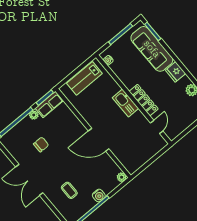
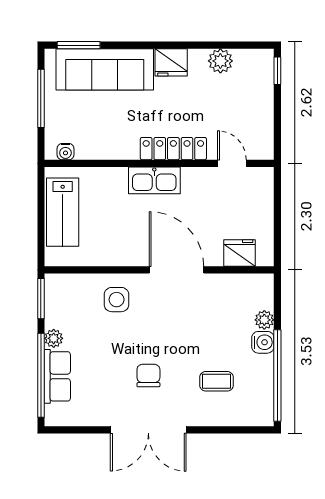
row of seats: (49, 104) -> (57, 376), moved
side table: (68, 127) -> (117, 300), added
door: (99, 140) -> (176, 270), swing flipped
chair: (41, 144) -> (148, 376), moved
fridge: (125, 158) -> (240, 253), added
plant: (122, 177) -> (264, 320), moved

